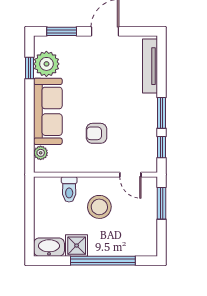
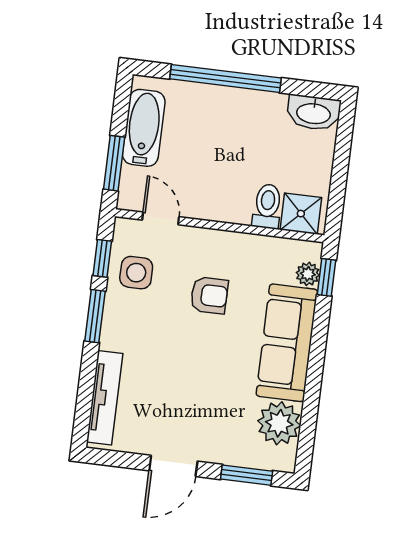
window: (30, 68) -> (327, 277), moved
side table: (141, 141) -> (136, 273), added
stool: (99, 207) -> (220, 170), removed
bathtub: (147, 226) -> (144, 128), added
shower: (77, 246) -> (301, 214), moved

